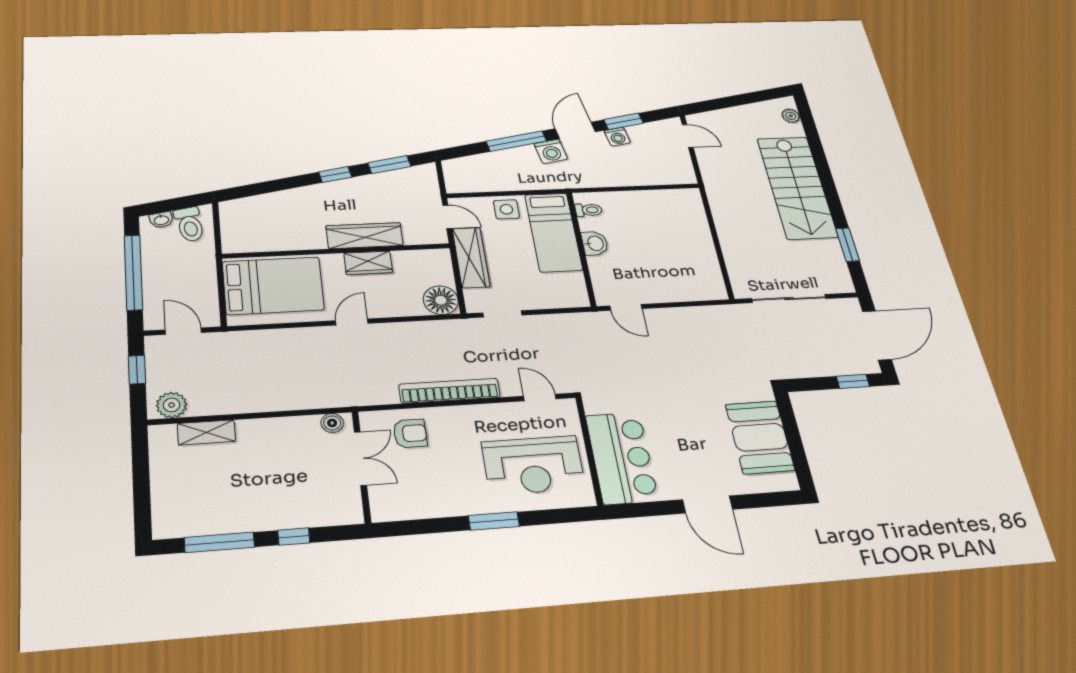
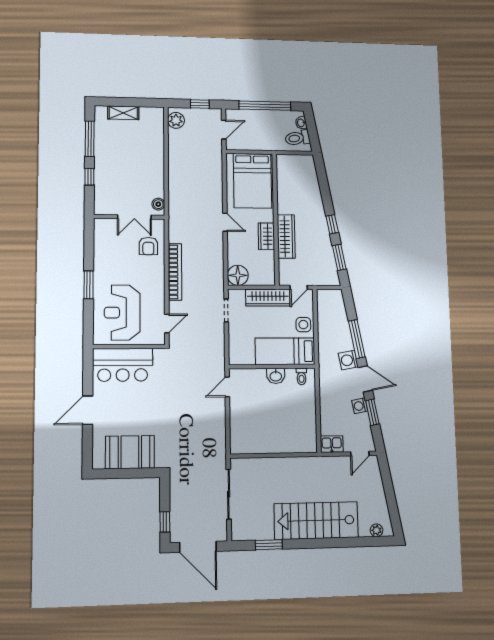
kitchen sink: (682, 170) -> (332, 444), added
shelving: (206, 432) -> (123, 113), moved, turned 90

